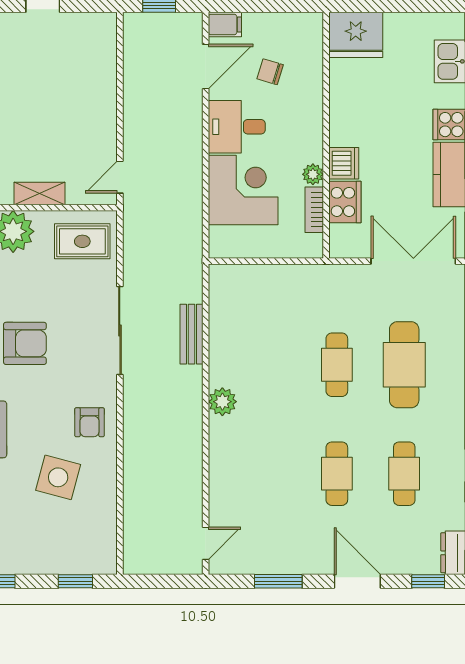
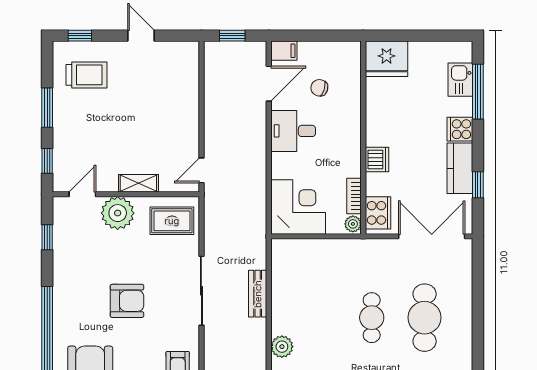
plant: (313, 174) -> (353, 224), moved
corner desk: (243, 190) -> (298, 207), moved
cooker: (345, 202) -> (378, 213), moved

